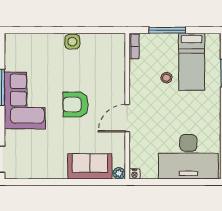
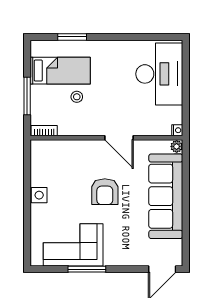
corner sofa: (25, 101) -> (73, 245), moved
sofa: (90, 166) -> (166, 196), width x1.85, depth x1.27

